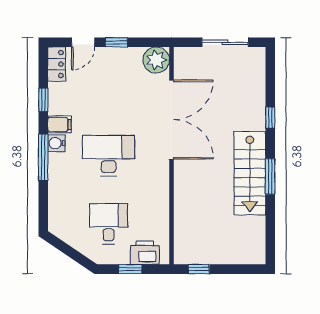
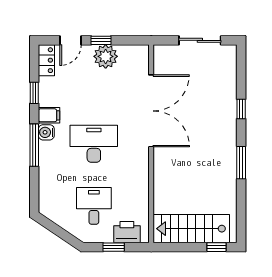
plant: (156, 60) -> (106, 56), moved
stairs: (250, 173) -> (191, 229), moved, turned 90
window: (199, 269) -> (216, 247), moved

